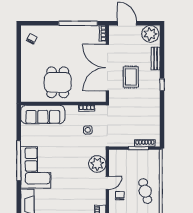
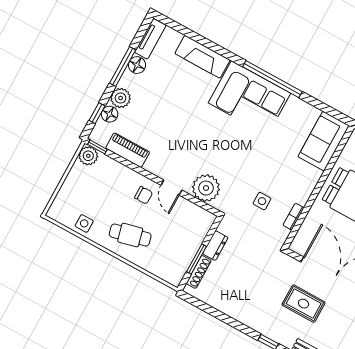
sofa: (43, 114) -> (324, 141), width x0.73
dresser: (126, 142) -> (215, 246), added

